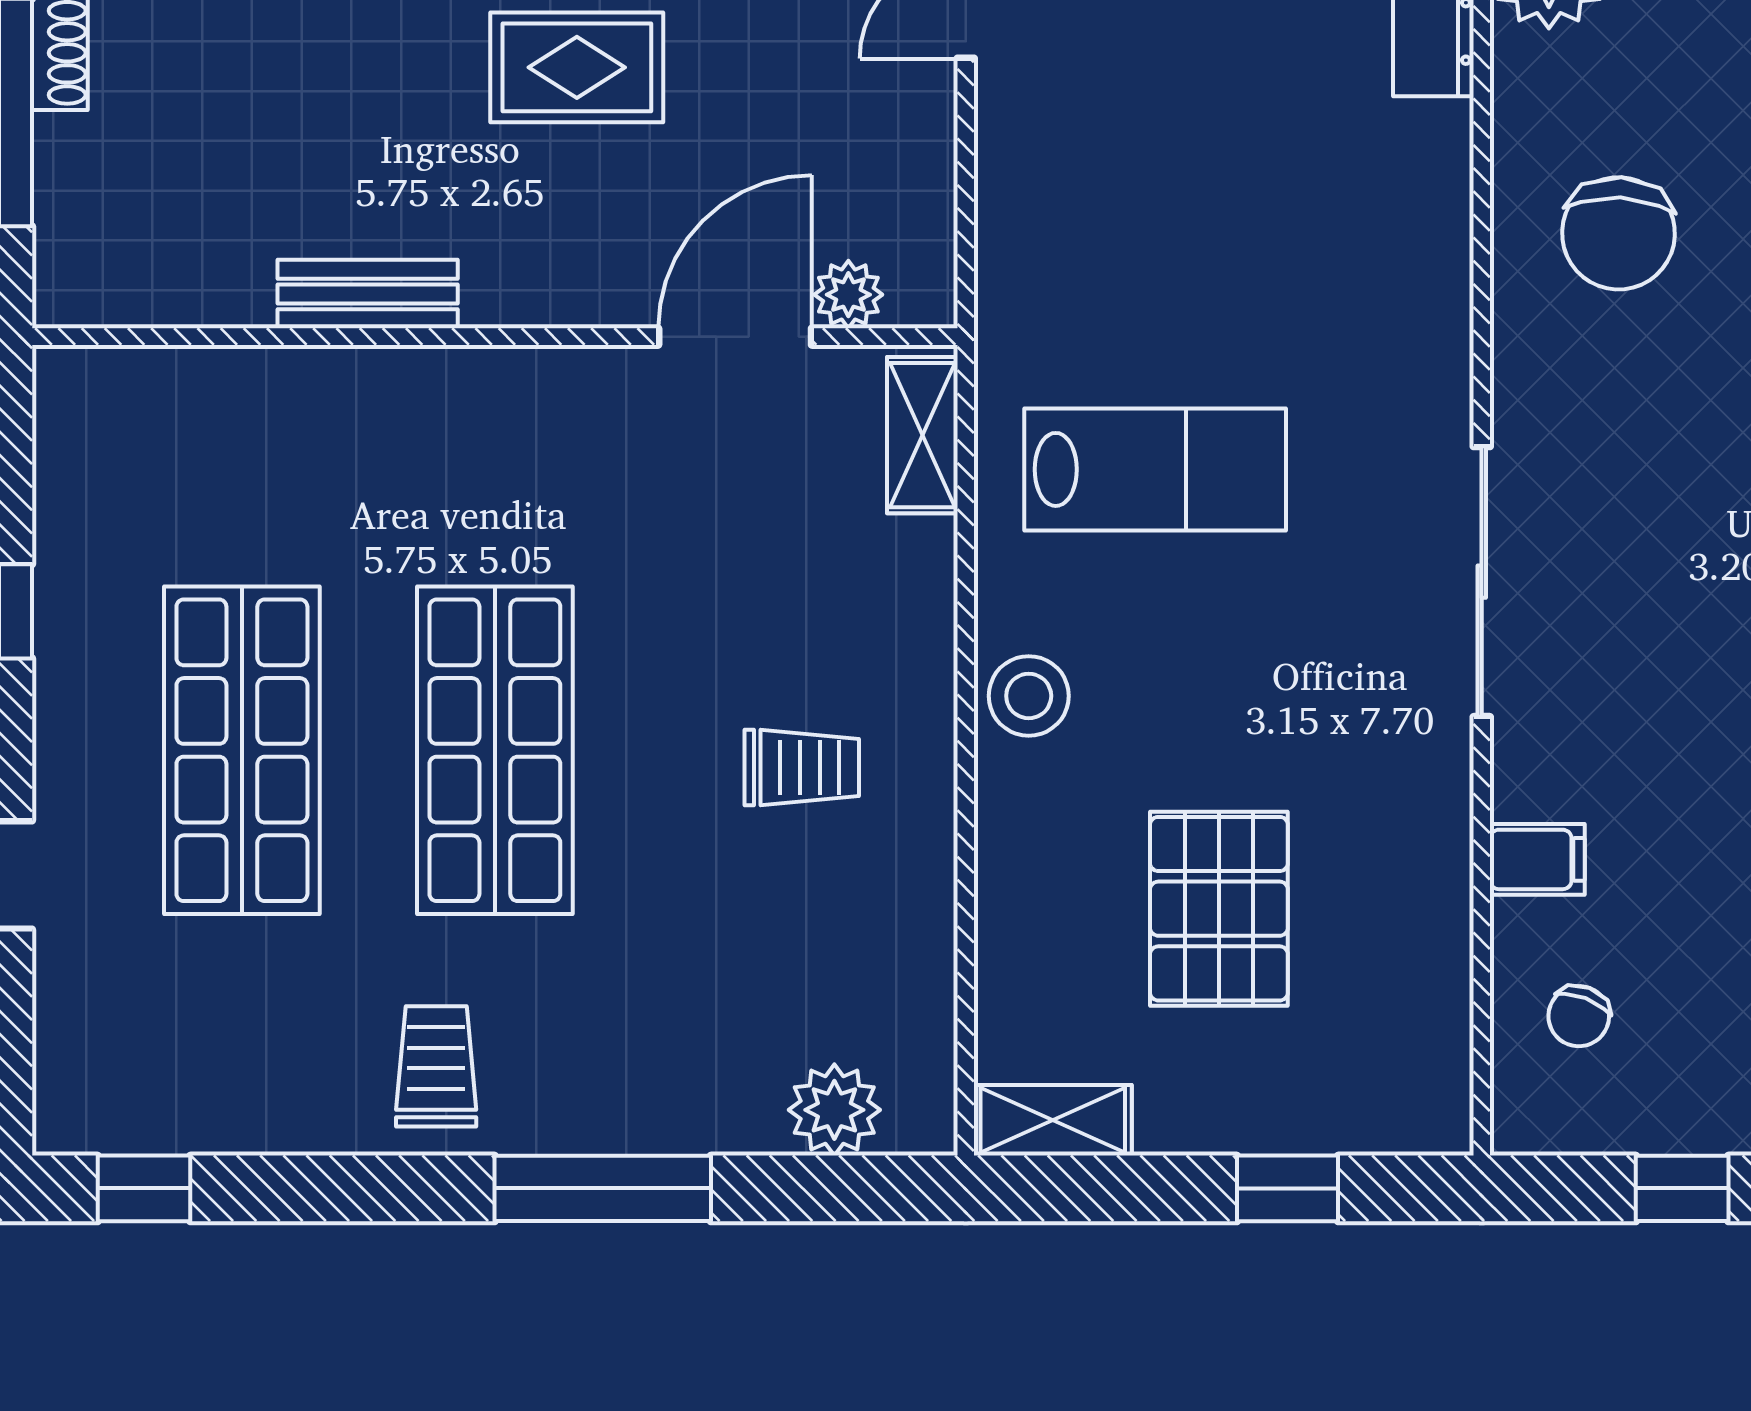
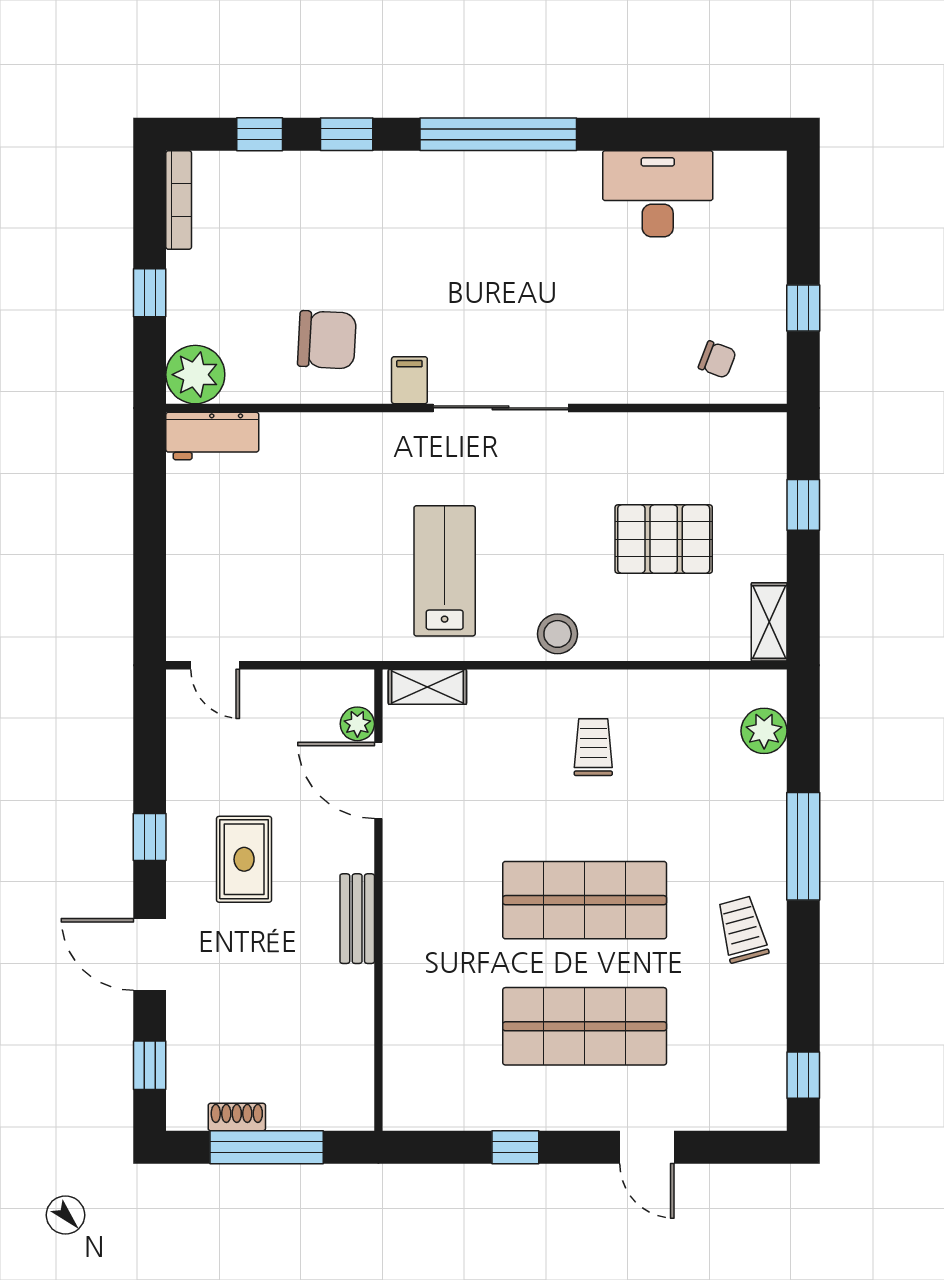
bench: (368, 294) -> (357, 919), moved
filing cabinet: (1537, 859) -> (409, 380), moved
trolley: (436, 1066) -> (742, 929), turned 75

